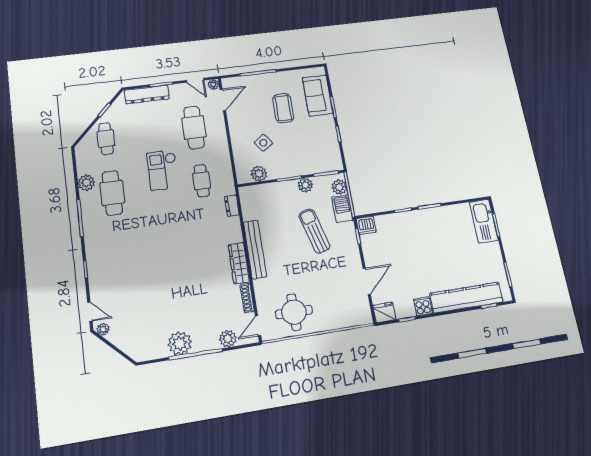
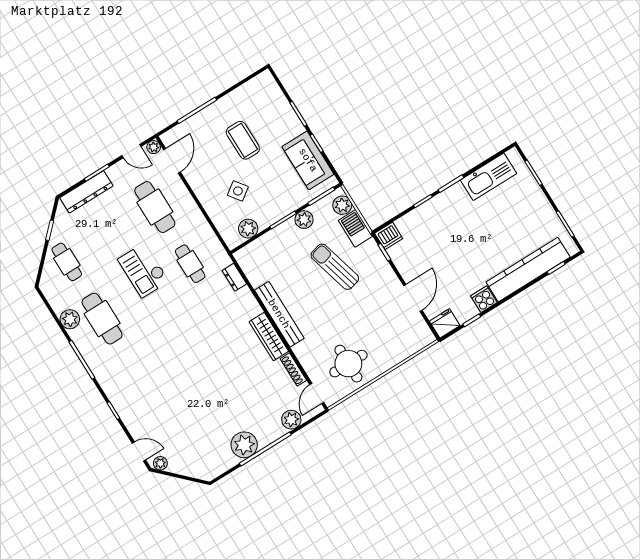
sofa: (318, 95) -> (308, 160), moved
kitchen sink: (484, 221) -> (488, 177), moved, turned -90

